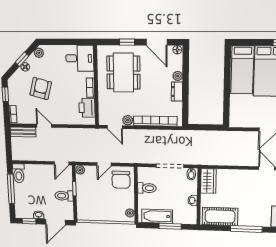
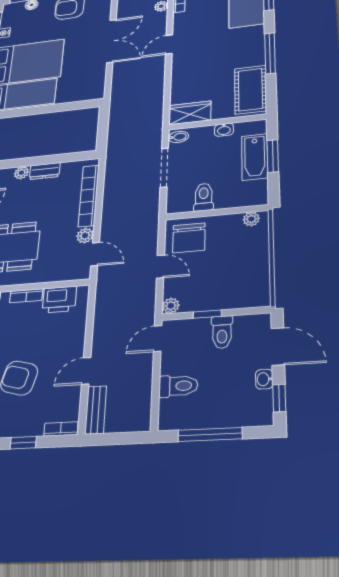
door: (115, 127) -> (95, 254), hinge flipped
door: (62, 163) -> (158, 339), swing flipped
toilet: (19, 173) -> (178, 386), moved
chair: (121, 180) -> (189, 238), turned 90
bathtub: (157, 216) -> (255, 157), moved

